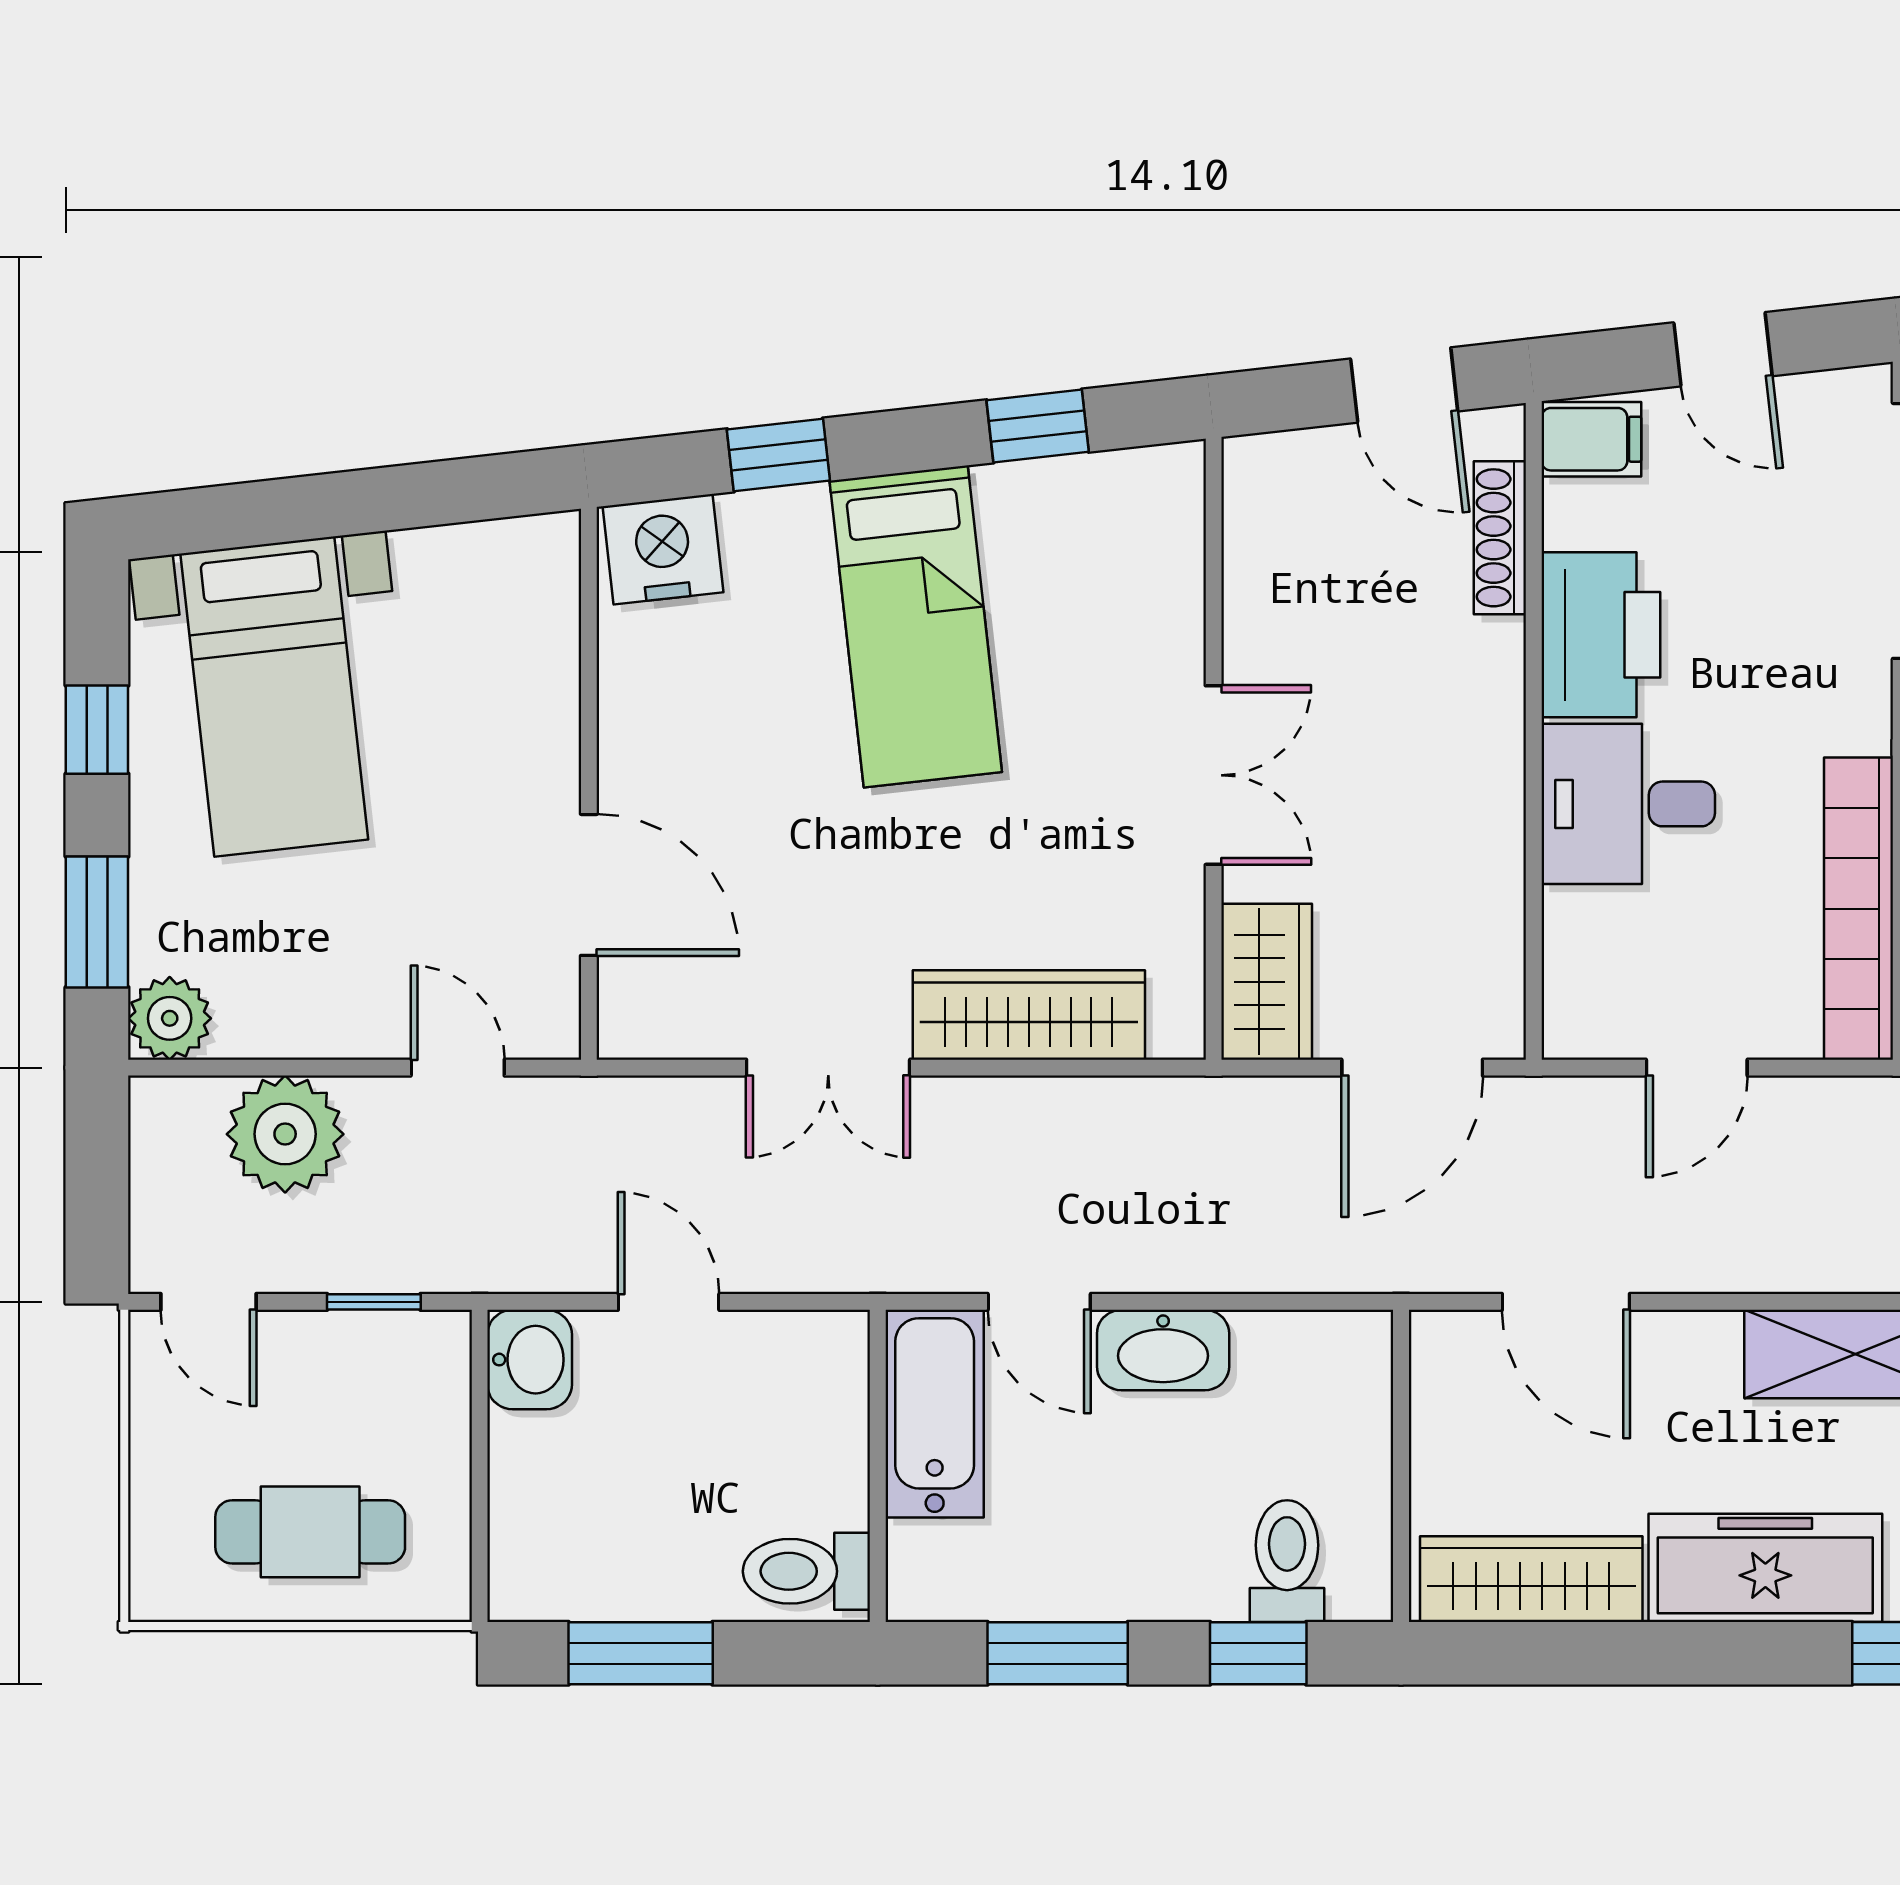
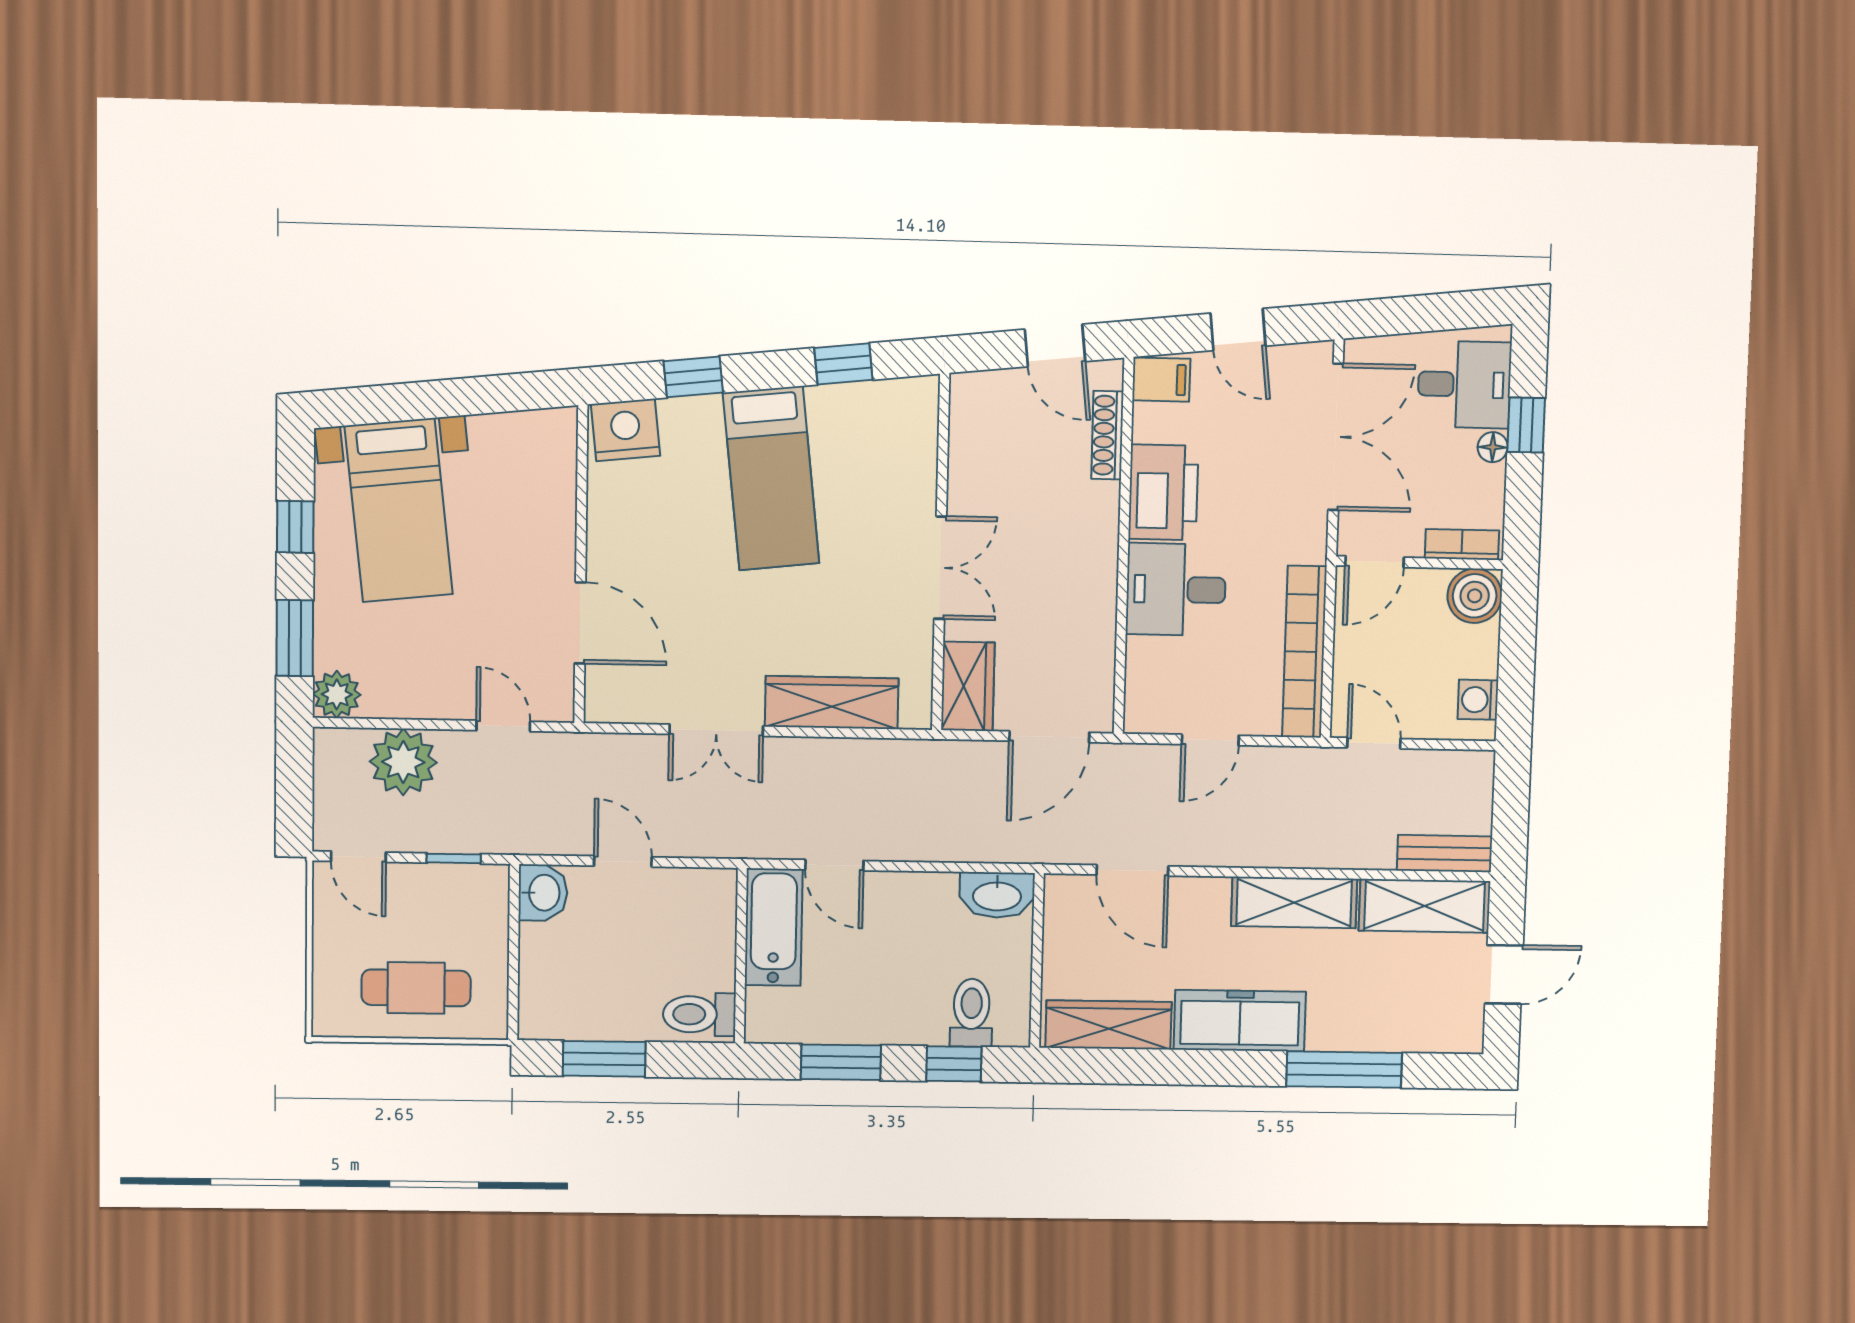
washbasin: (1163, 1350) -> (997, 895), moved

